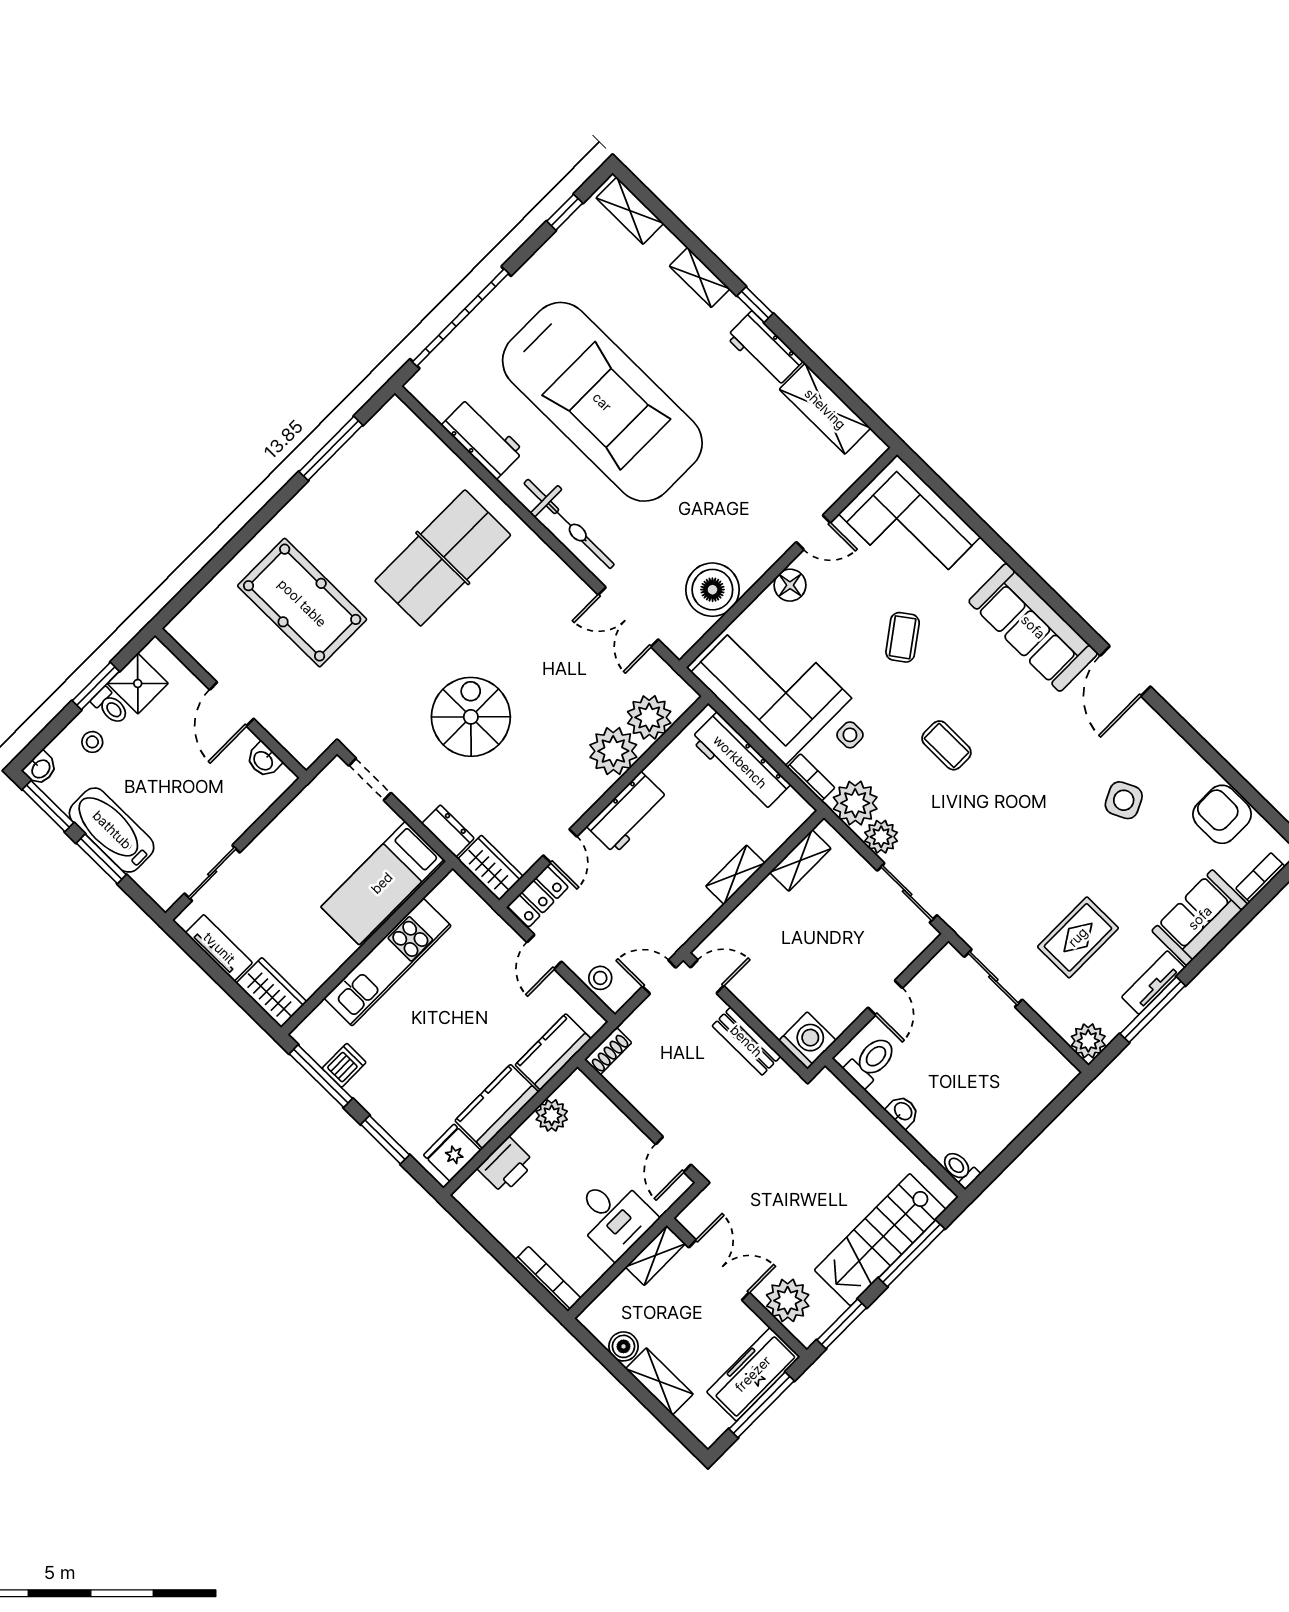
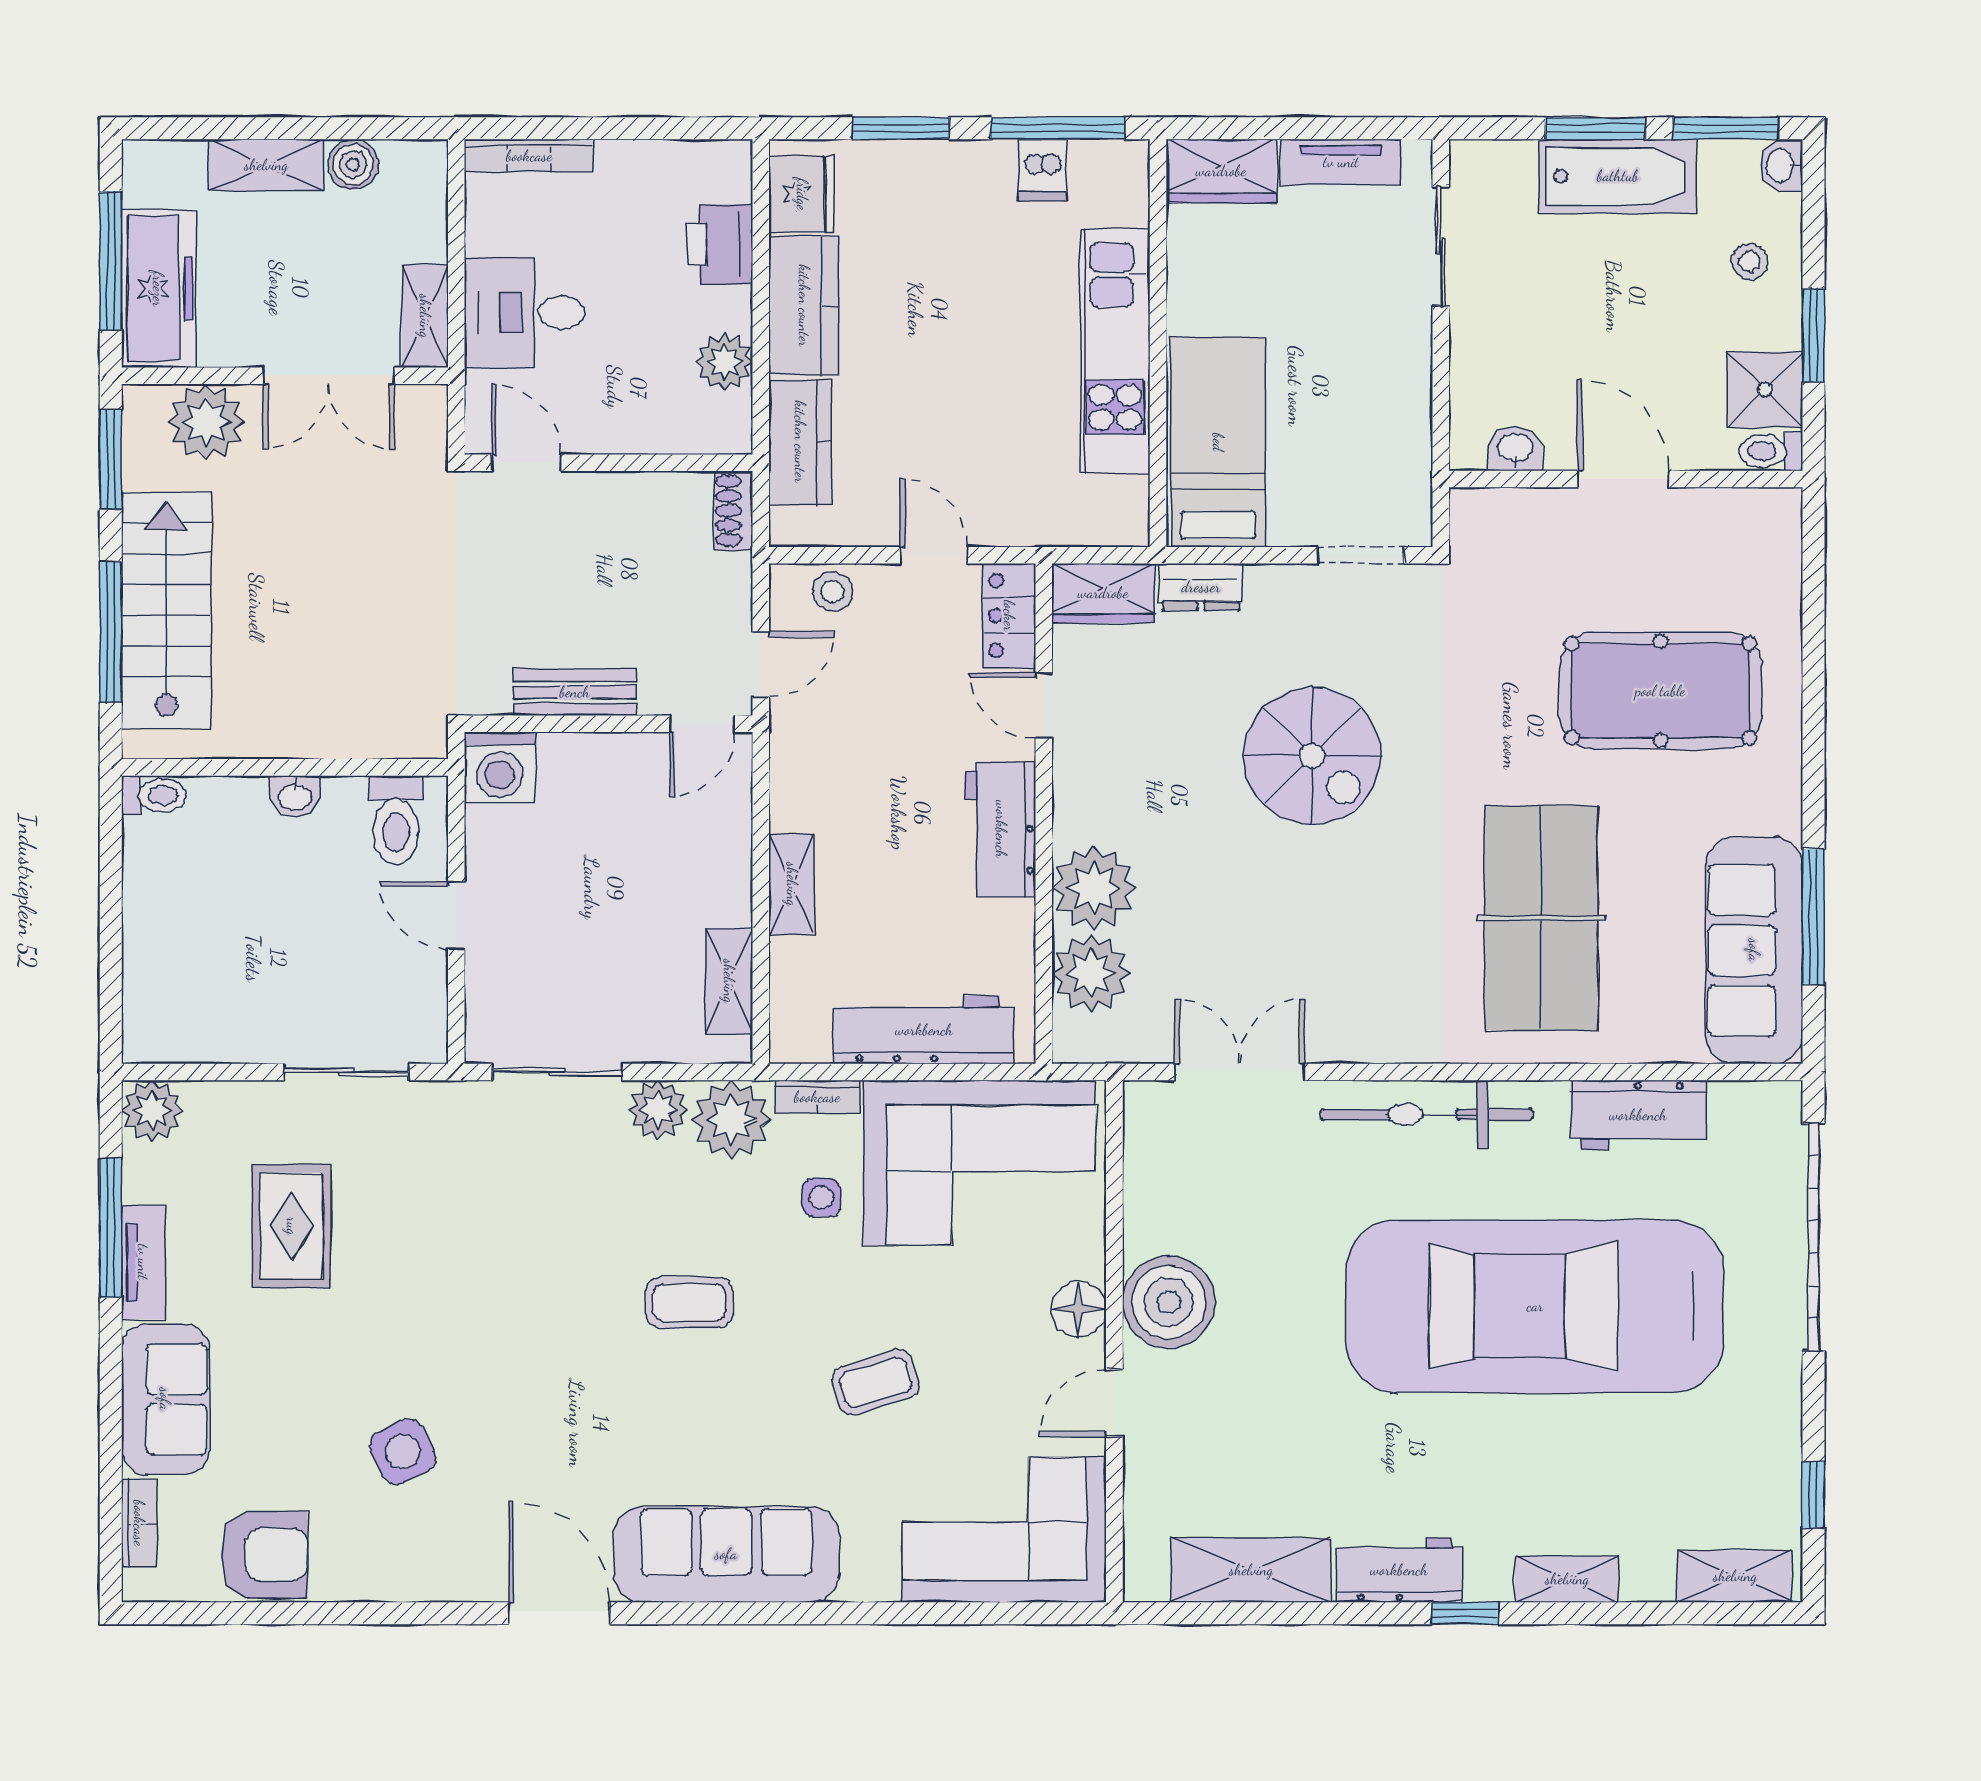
sofa: (369, 459) -> (1754, 950), added
boiler: (712, 590) -> (1169, 1302), moved
coffee table: (903, 637) -> (876, 1382), turned -71
toilet: (110, 706) -> (1771, 451), moved

